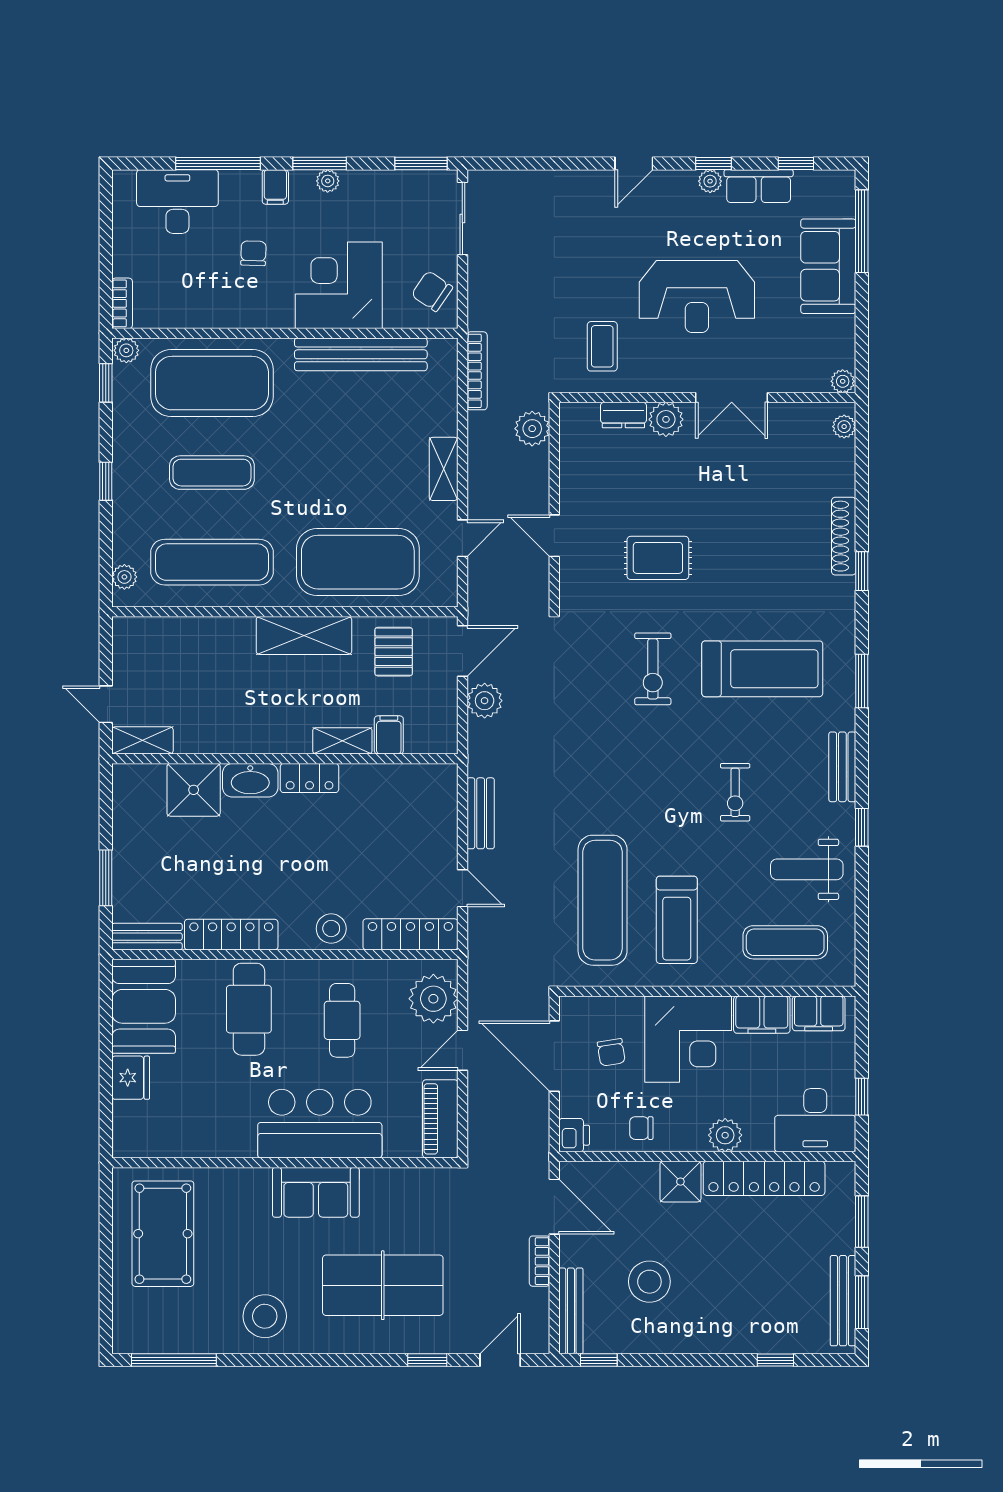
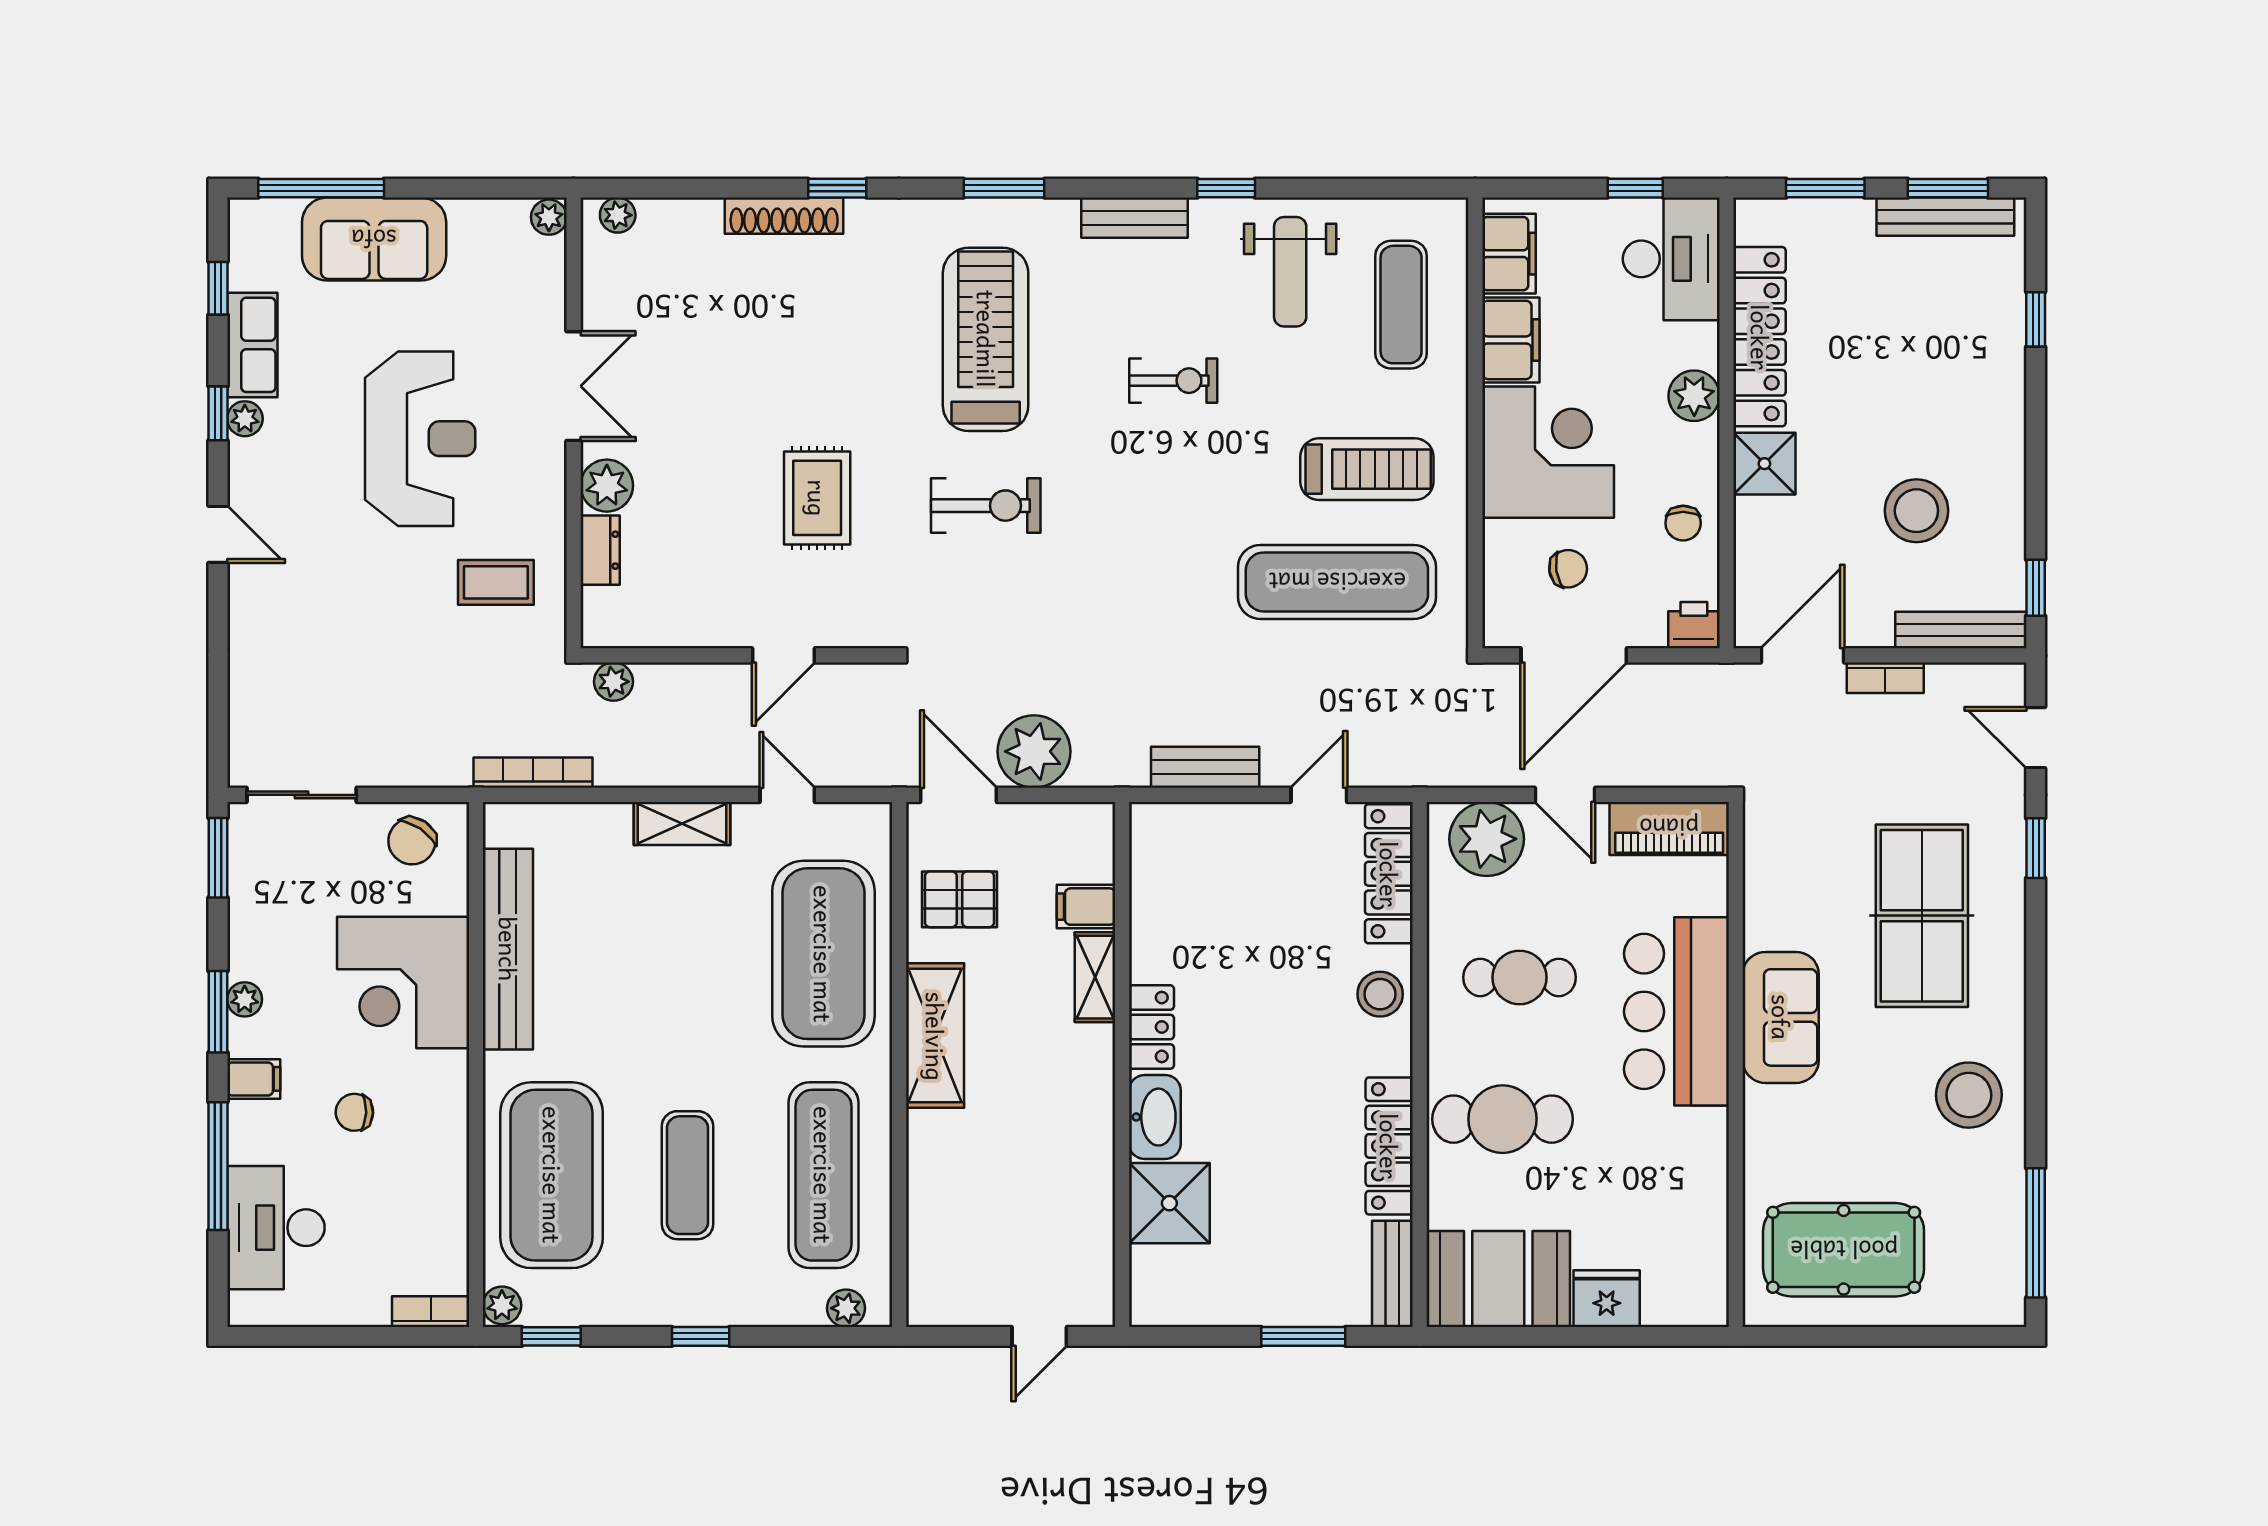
plant: (532, 429) -> (614, 682), width x0.73, depth x0.73
plant: (485, 701) -> (1034, 751), width x1.36, depth x1.36
shelving: (143, 740) -> (1094, 1281), removed

